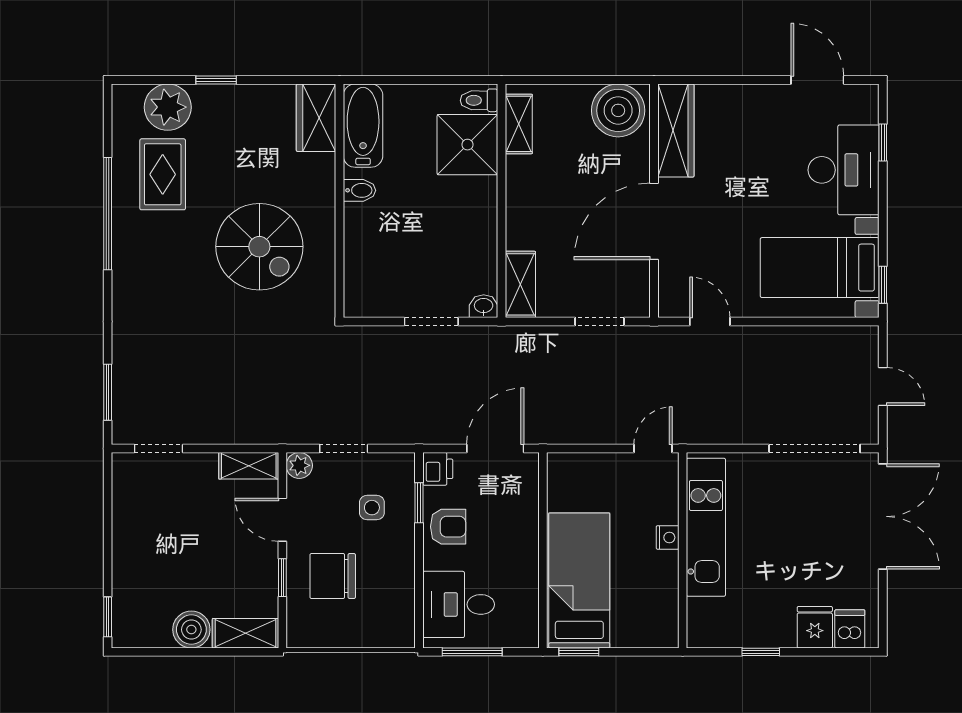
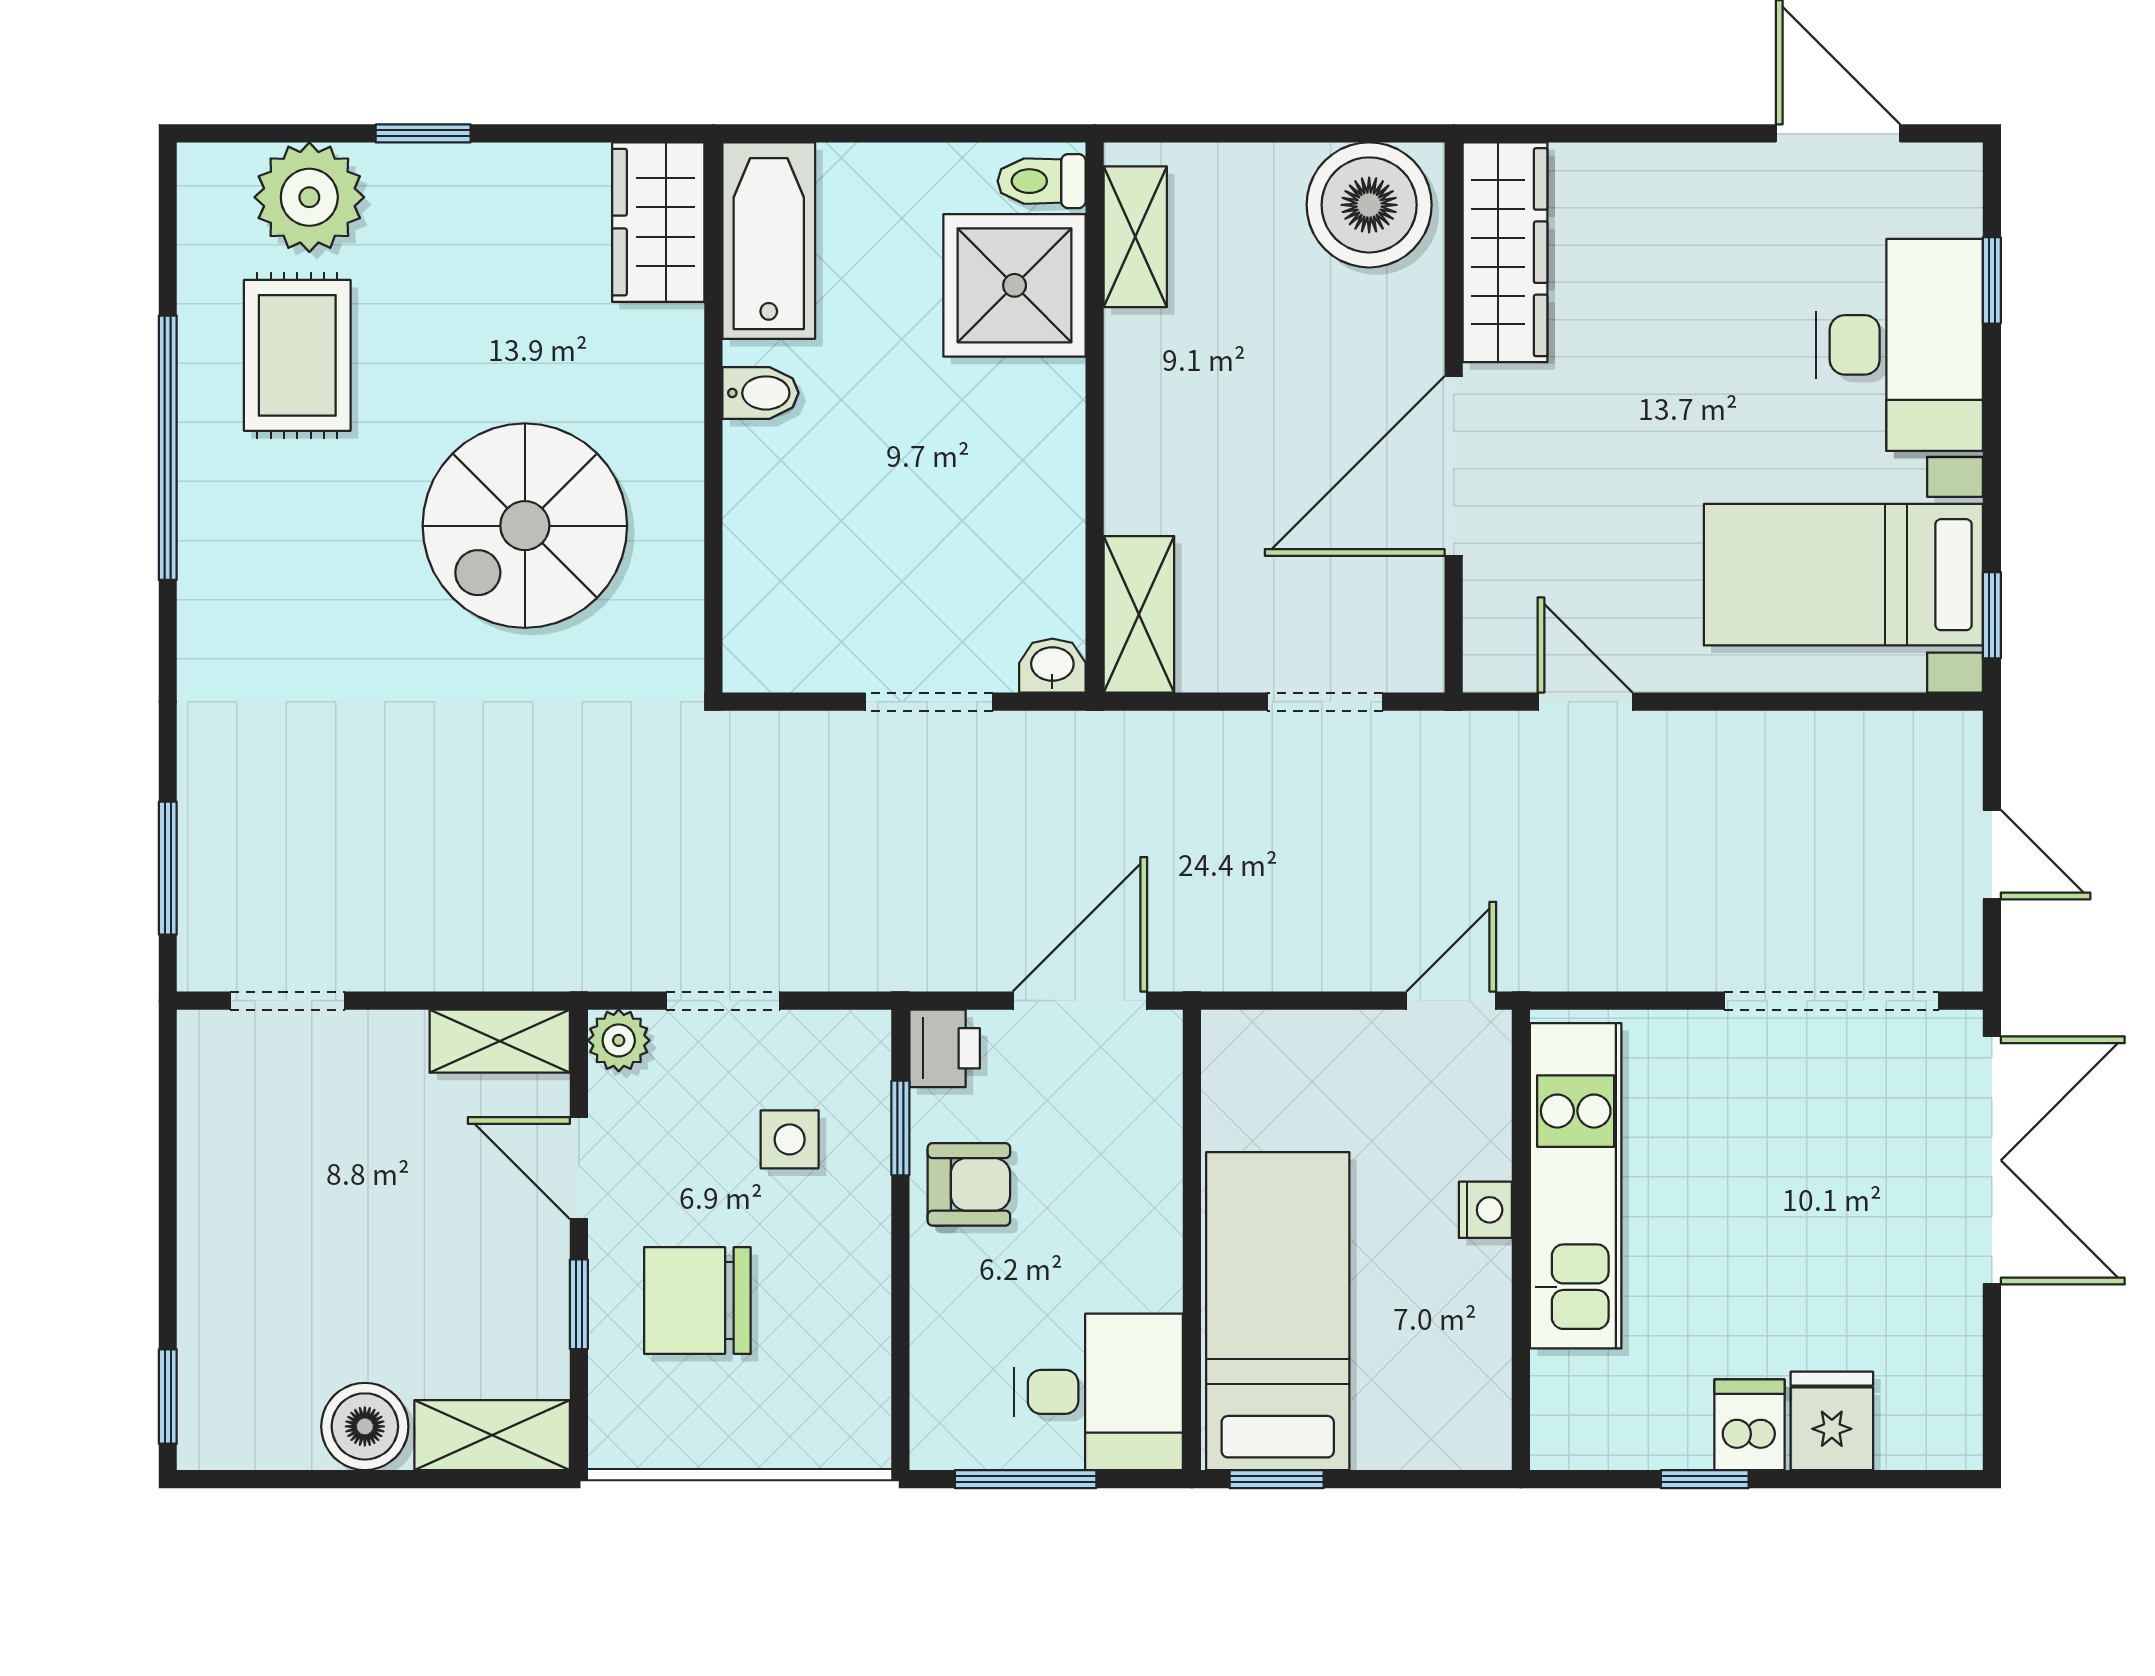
spiral stairs: (259, 247) -> (525, 526), turned 90
desk: (459, 604) -> (1099, 1392), moved, turned 180
dishwasher: (850, 629) -> (1749, 1425), moved

